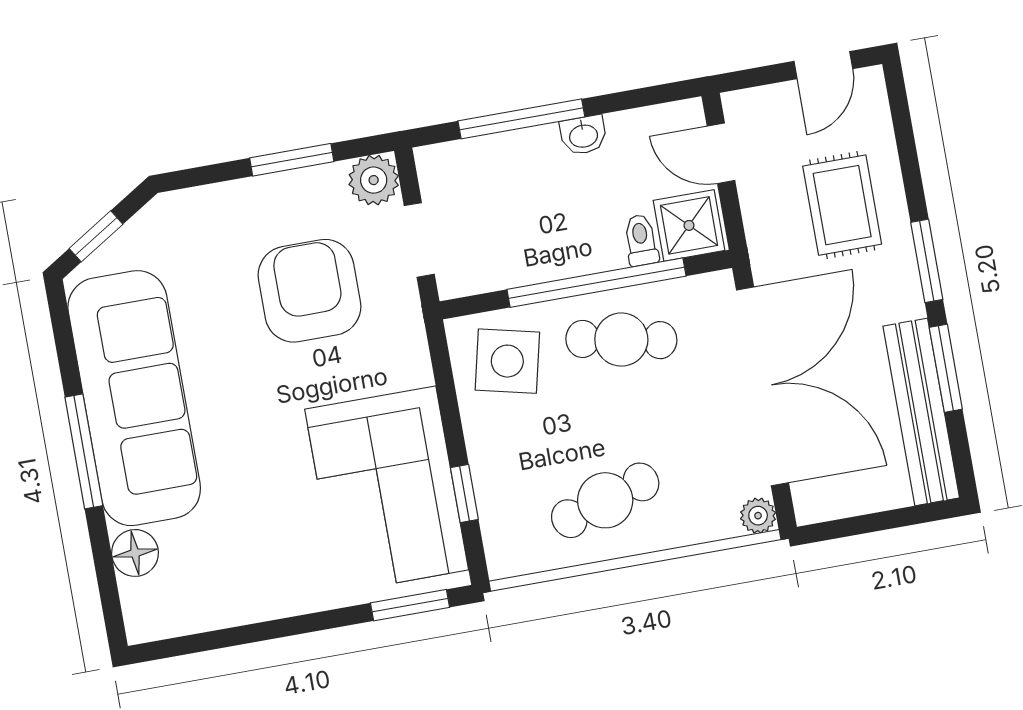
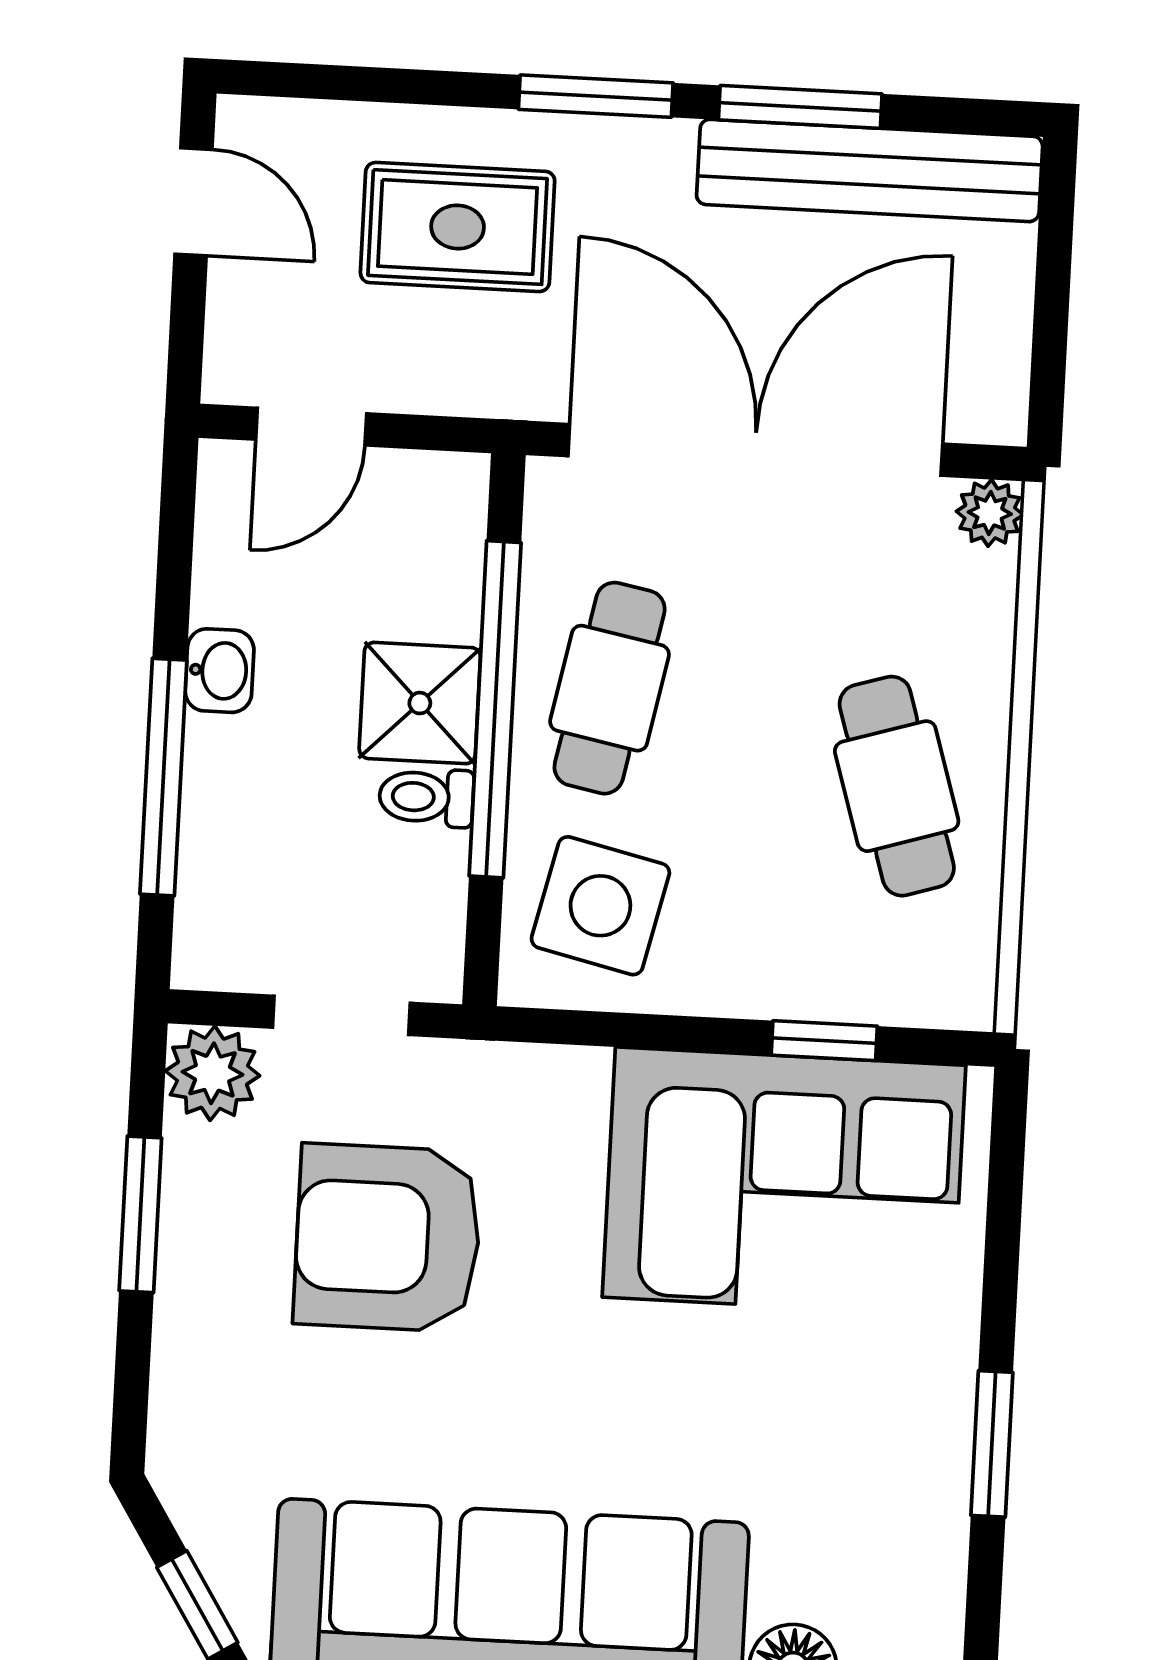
shower: (689, 225) -> (420, 703), moved
toilet: (641, 240) -> (426, 797), moved
window: (410, 605) -> (992, 1444), moved

